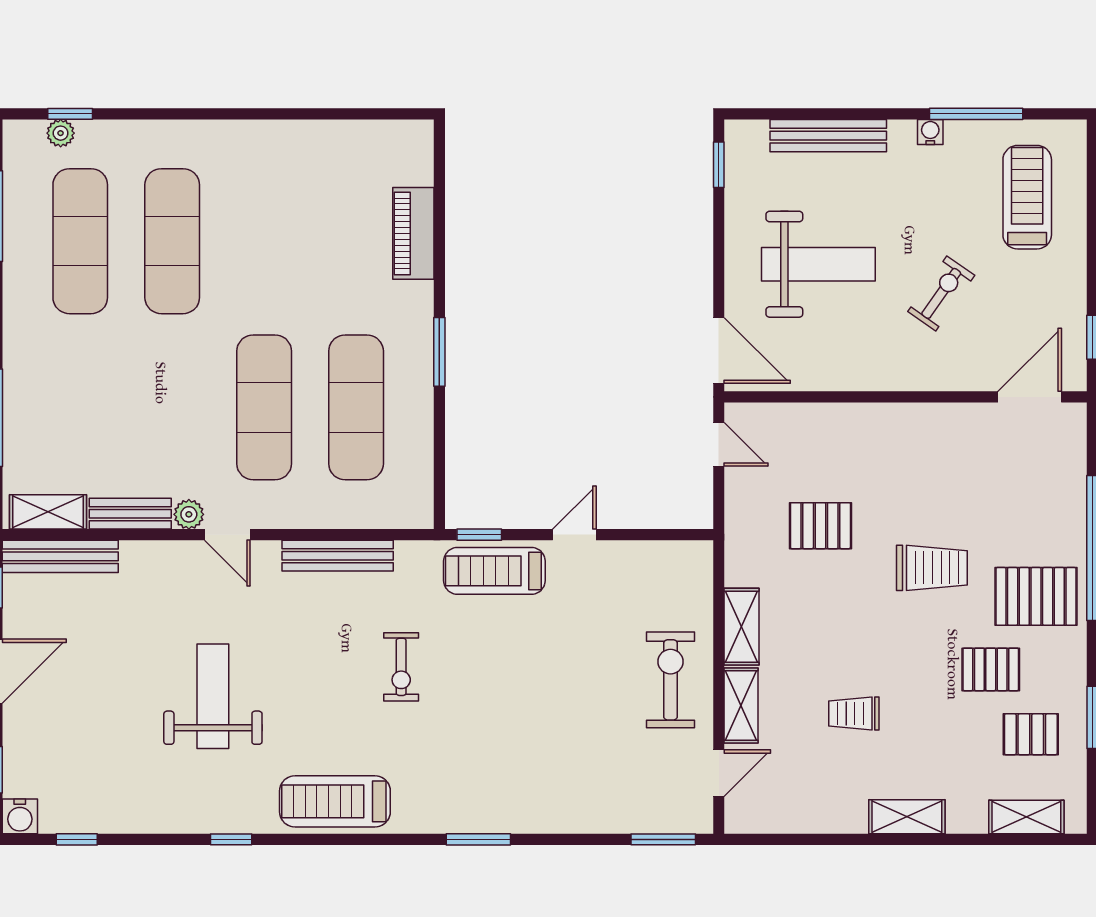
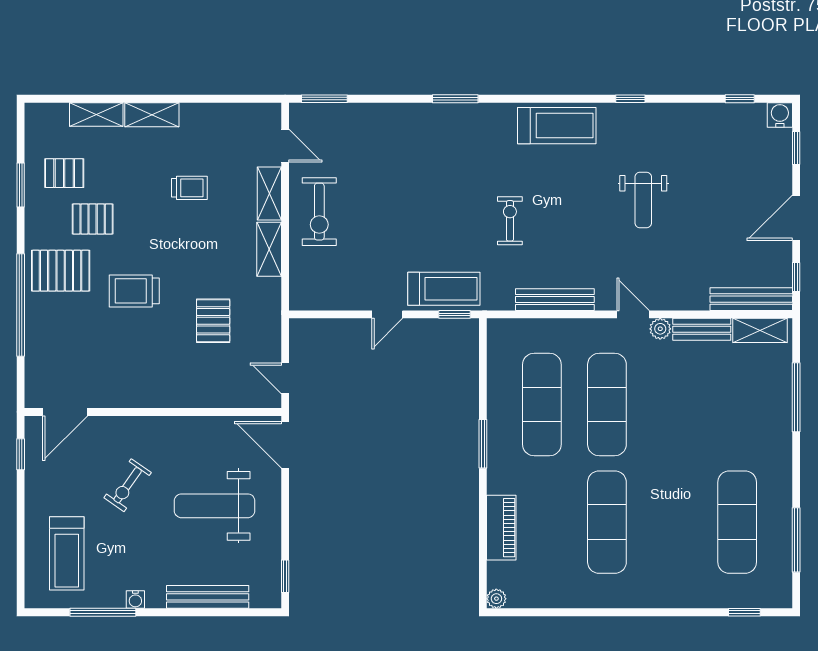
plant: (61, 133) -> (496, 599), moved
exercise mat: (172, 241) -> (607, 522), moved
pallet: (820, 526) -> (213, 321), turned 90
weight bench: (213, 696) -> (643, 200), width x0.73, depth x0.75
door: (719, 773) -> (285, 146), swing flipped
shelving: (1026, 817) -> (96, 114), moved

